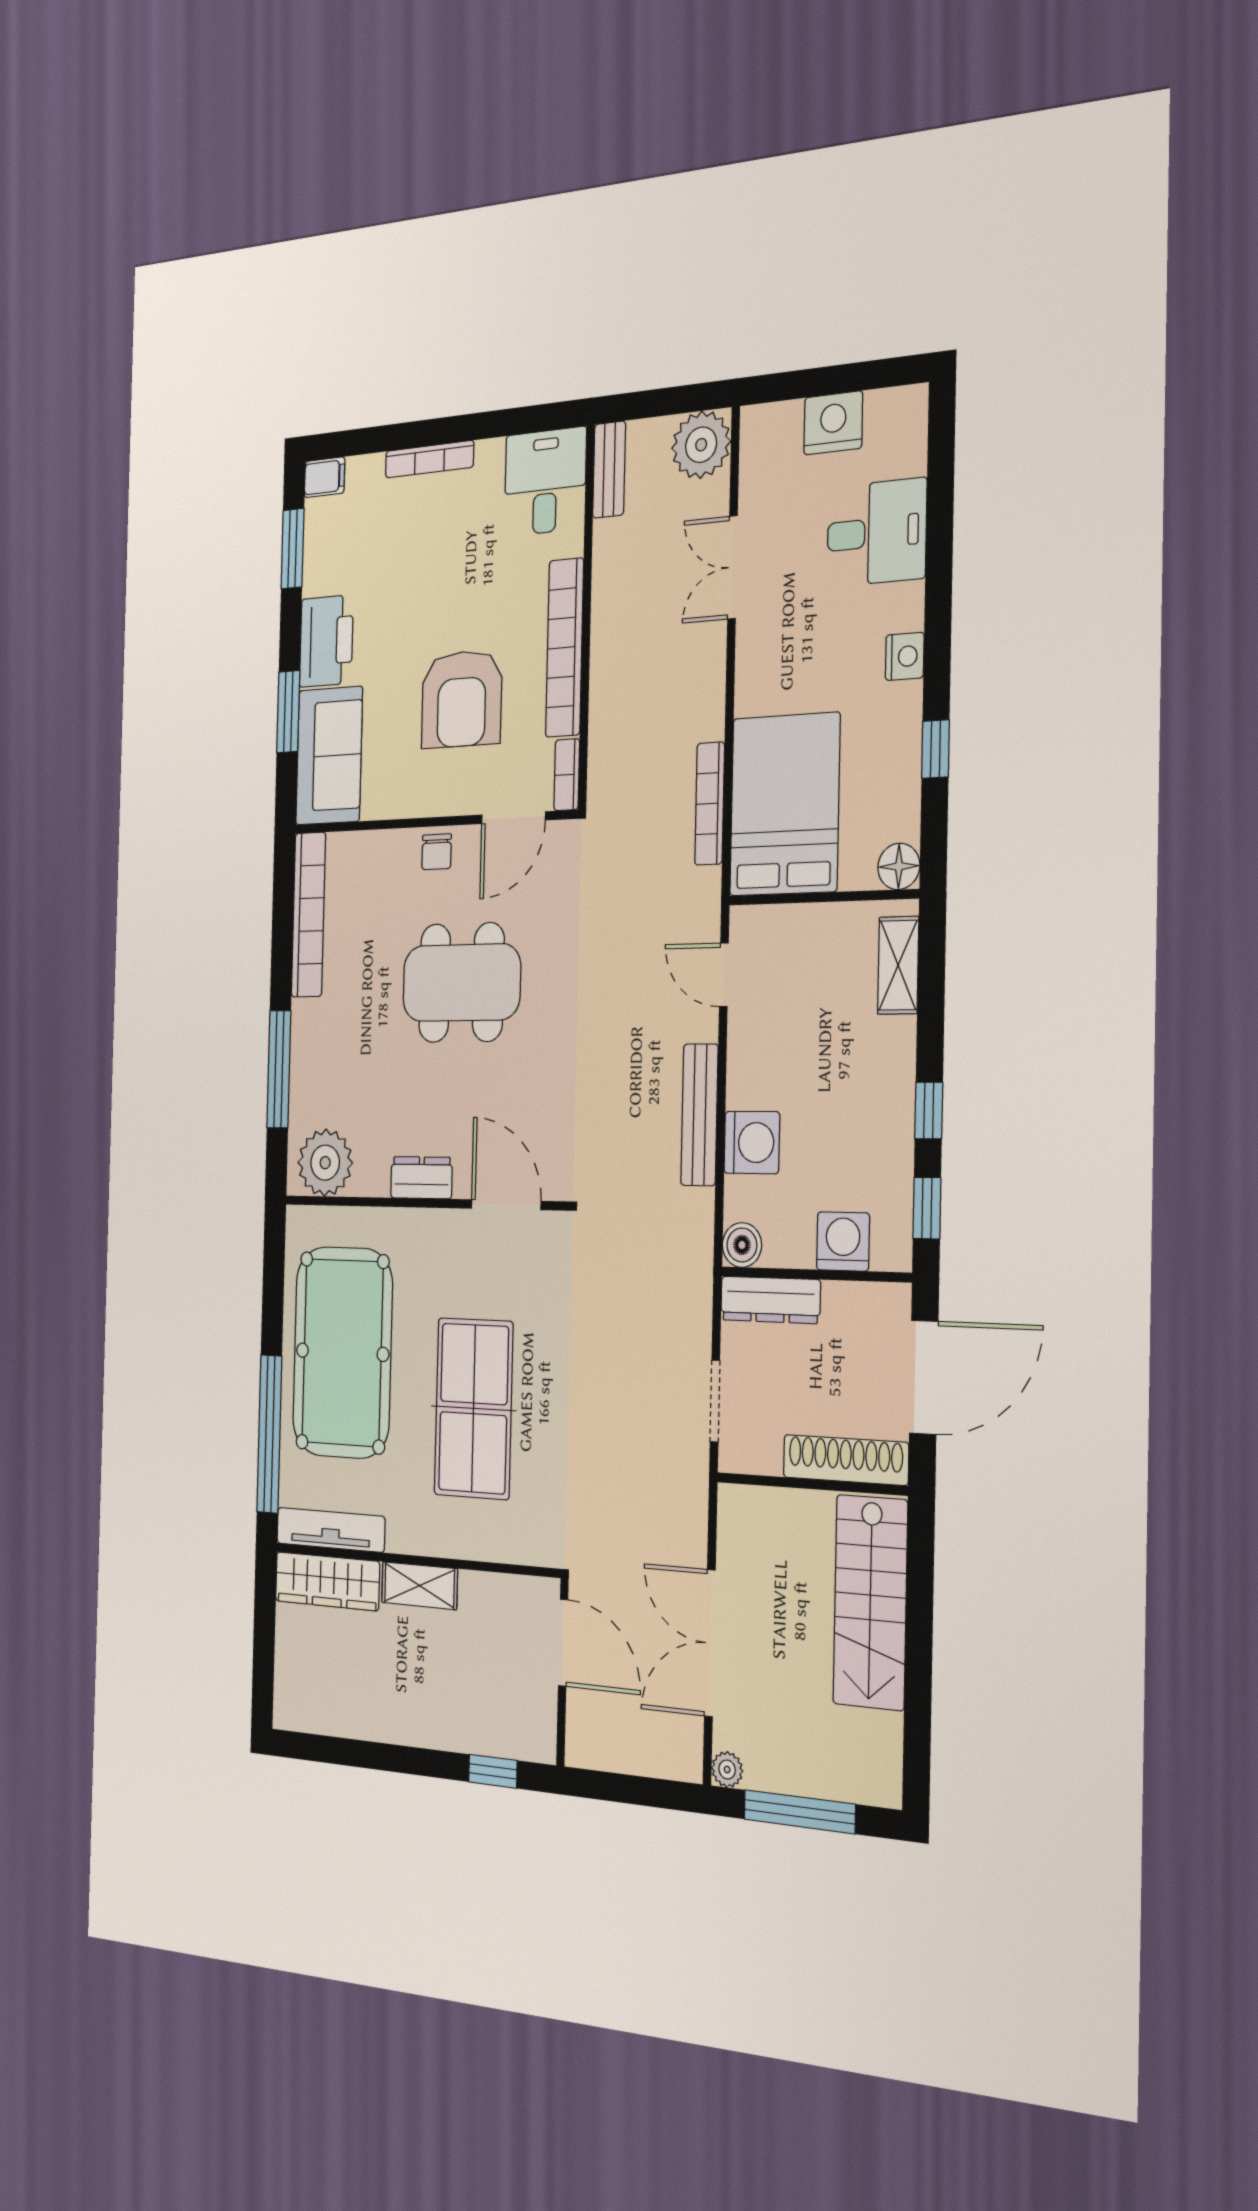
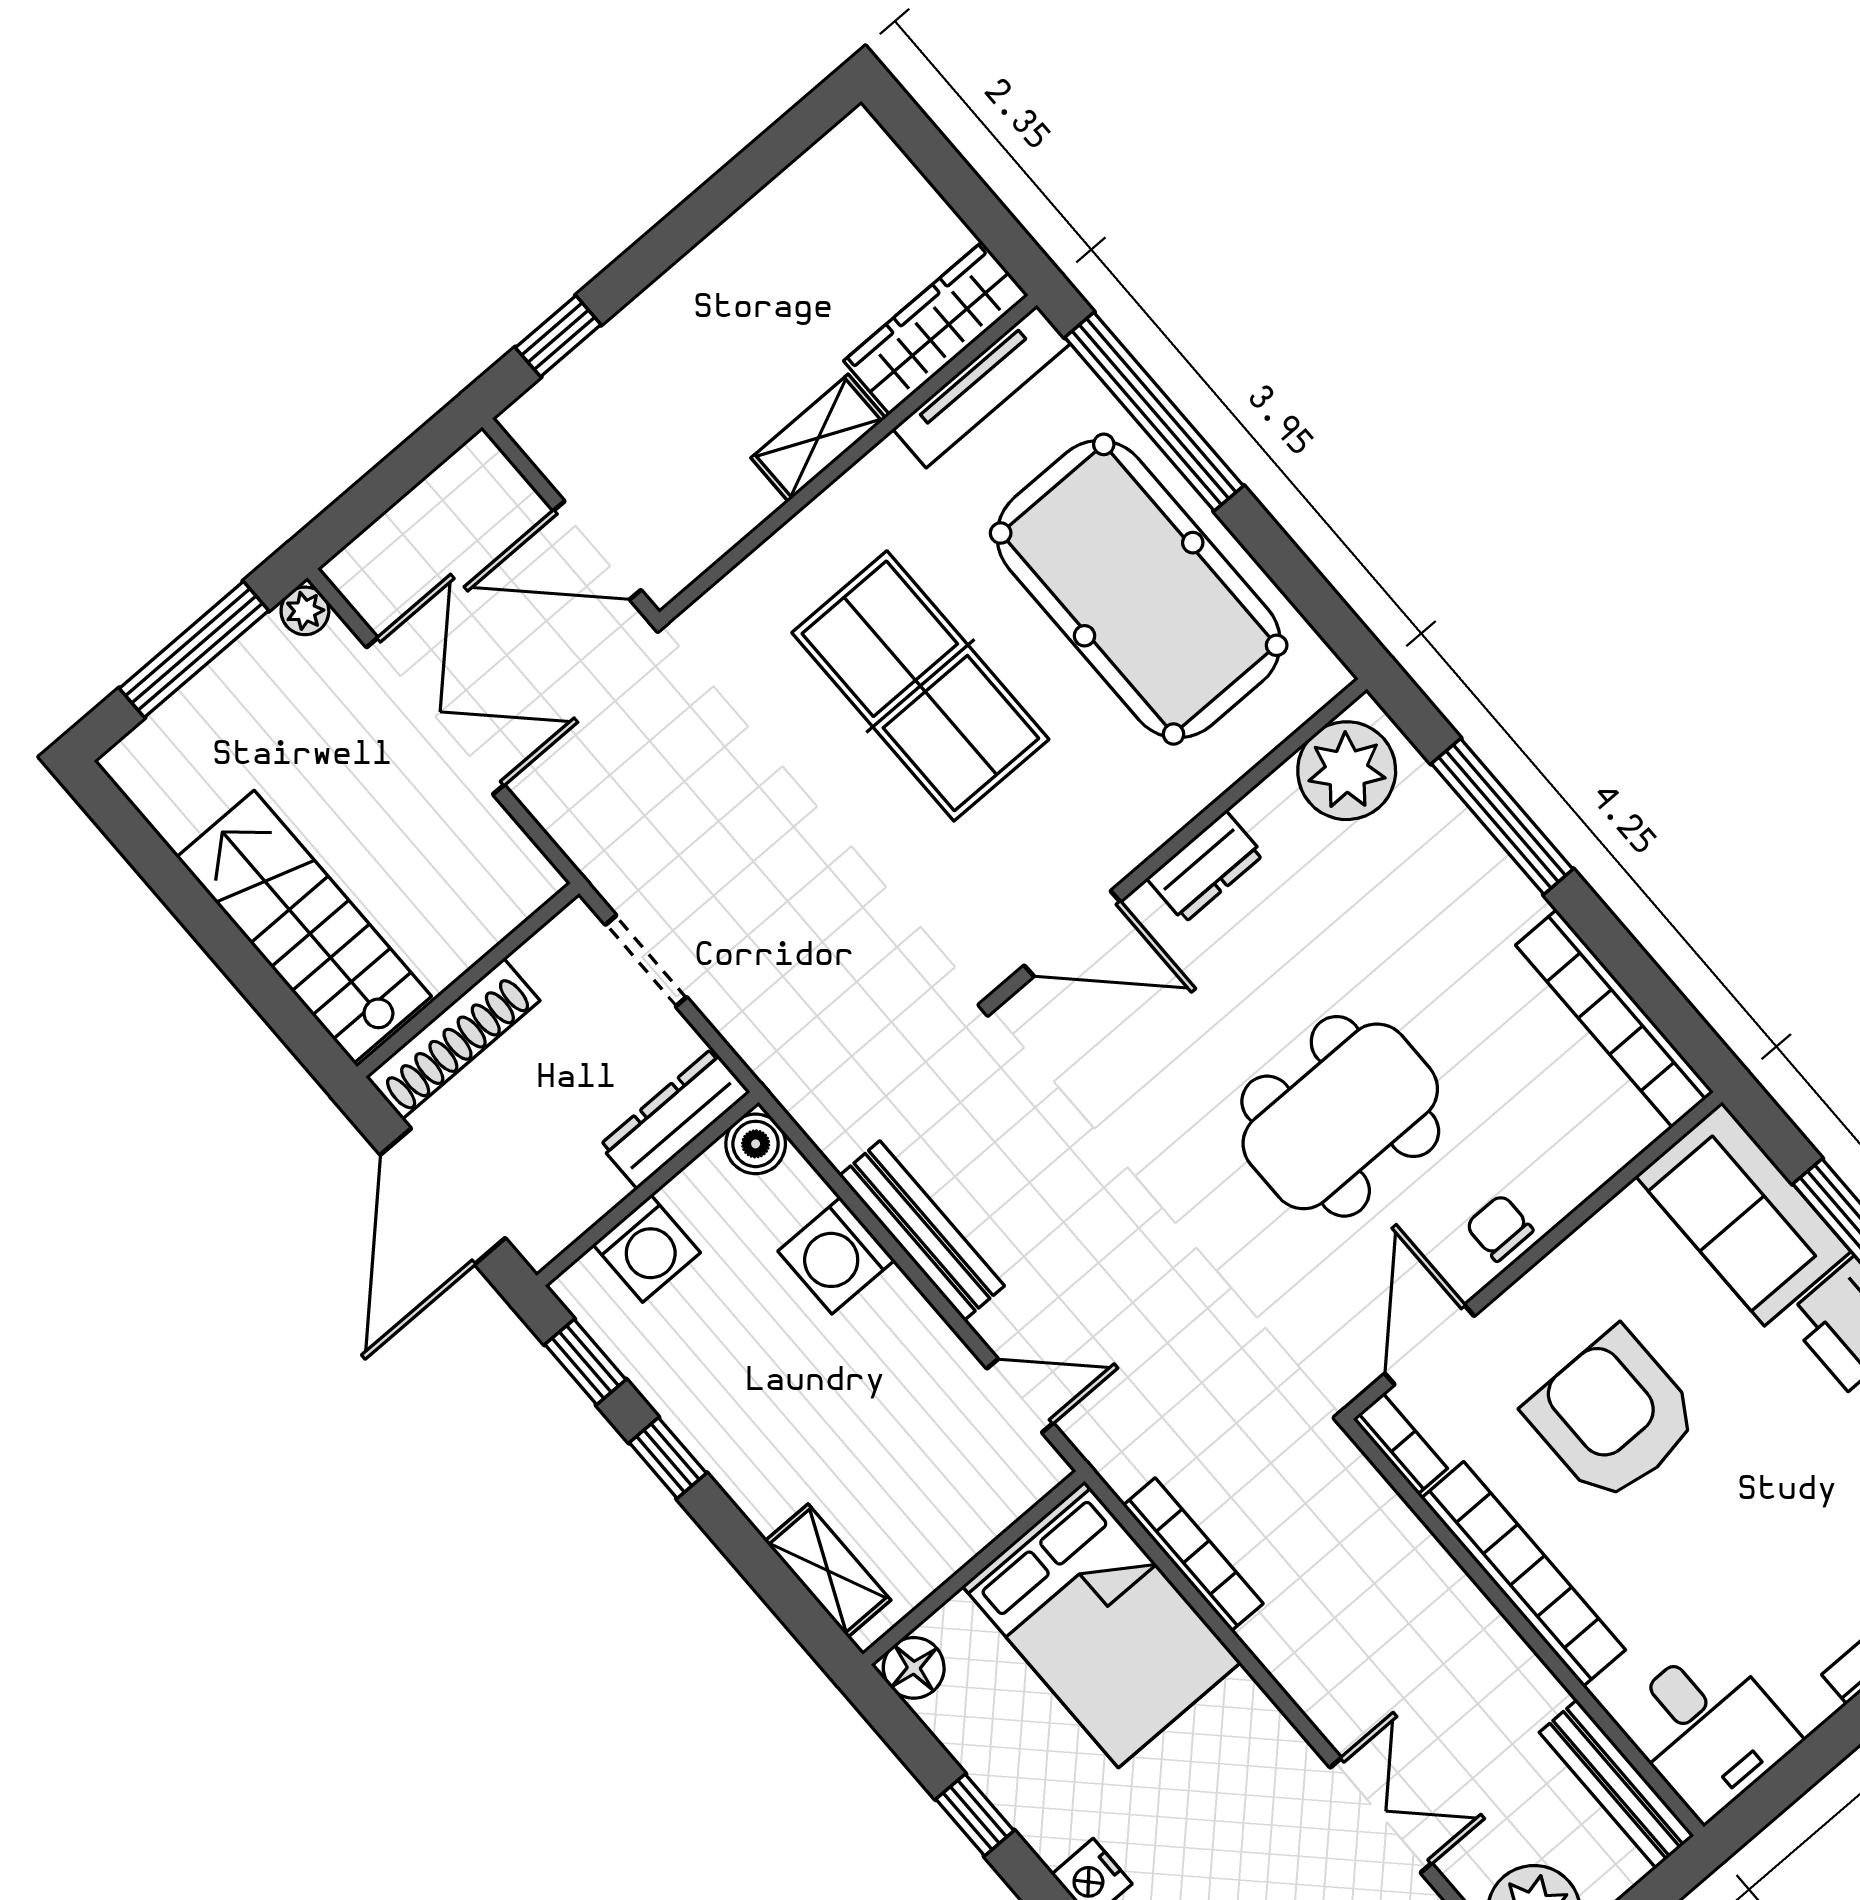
bench: (609, 470) -> (1617, 1784), width x1.36

